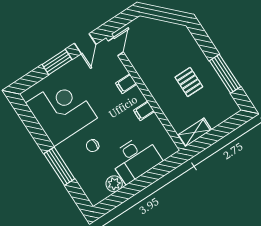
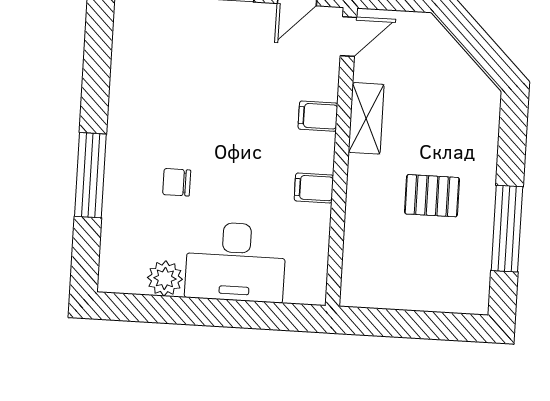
pallet: (189, 82) -> (432, 196), turned 90
corner desk: (61, 111) -> (167, 79), removed
shelving: (194, 133) -> (366, 118), moved, turned 90

